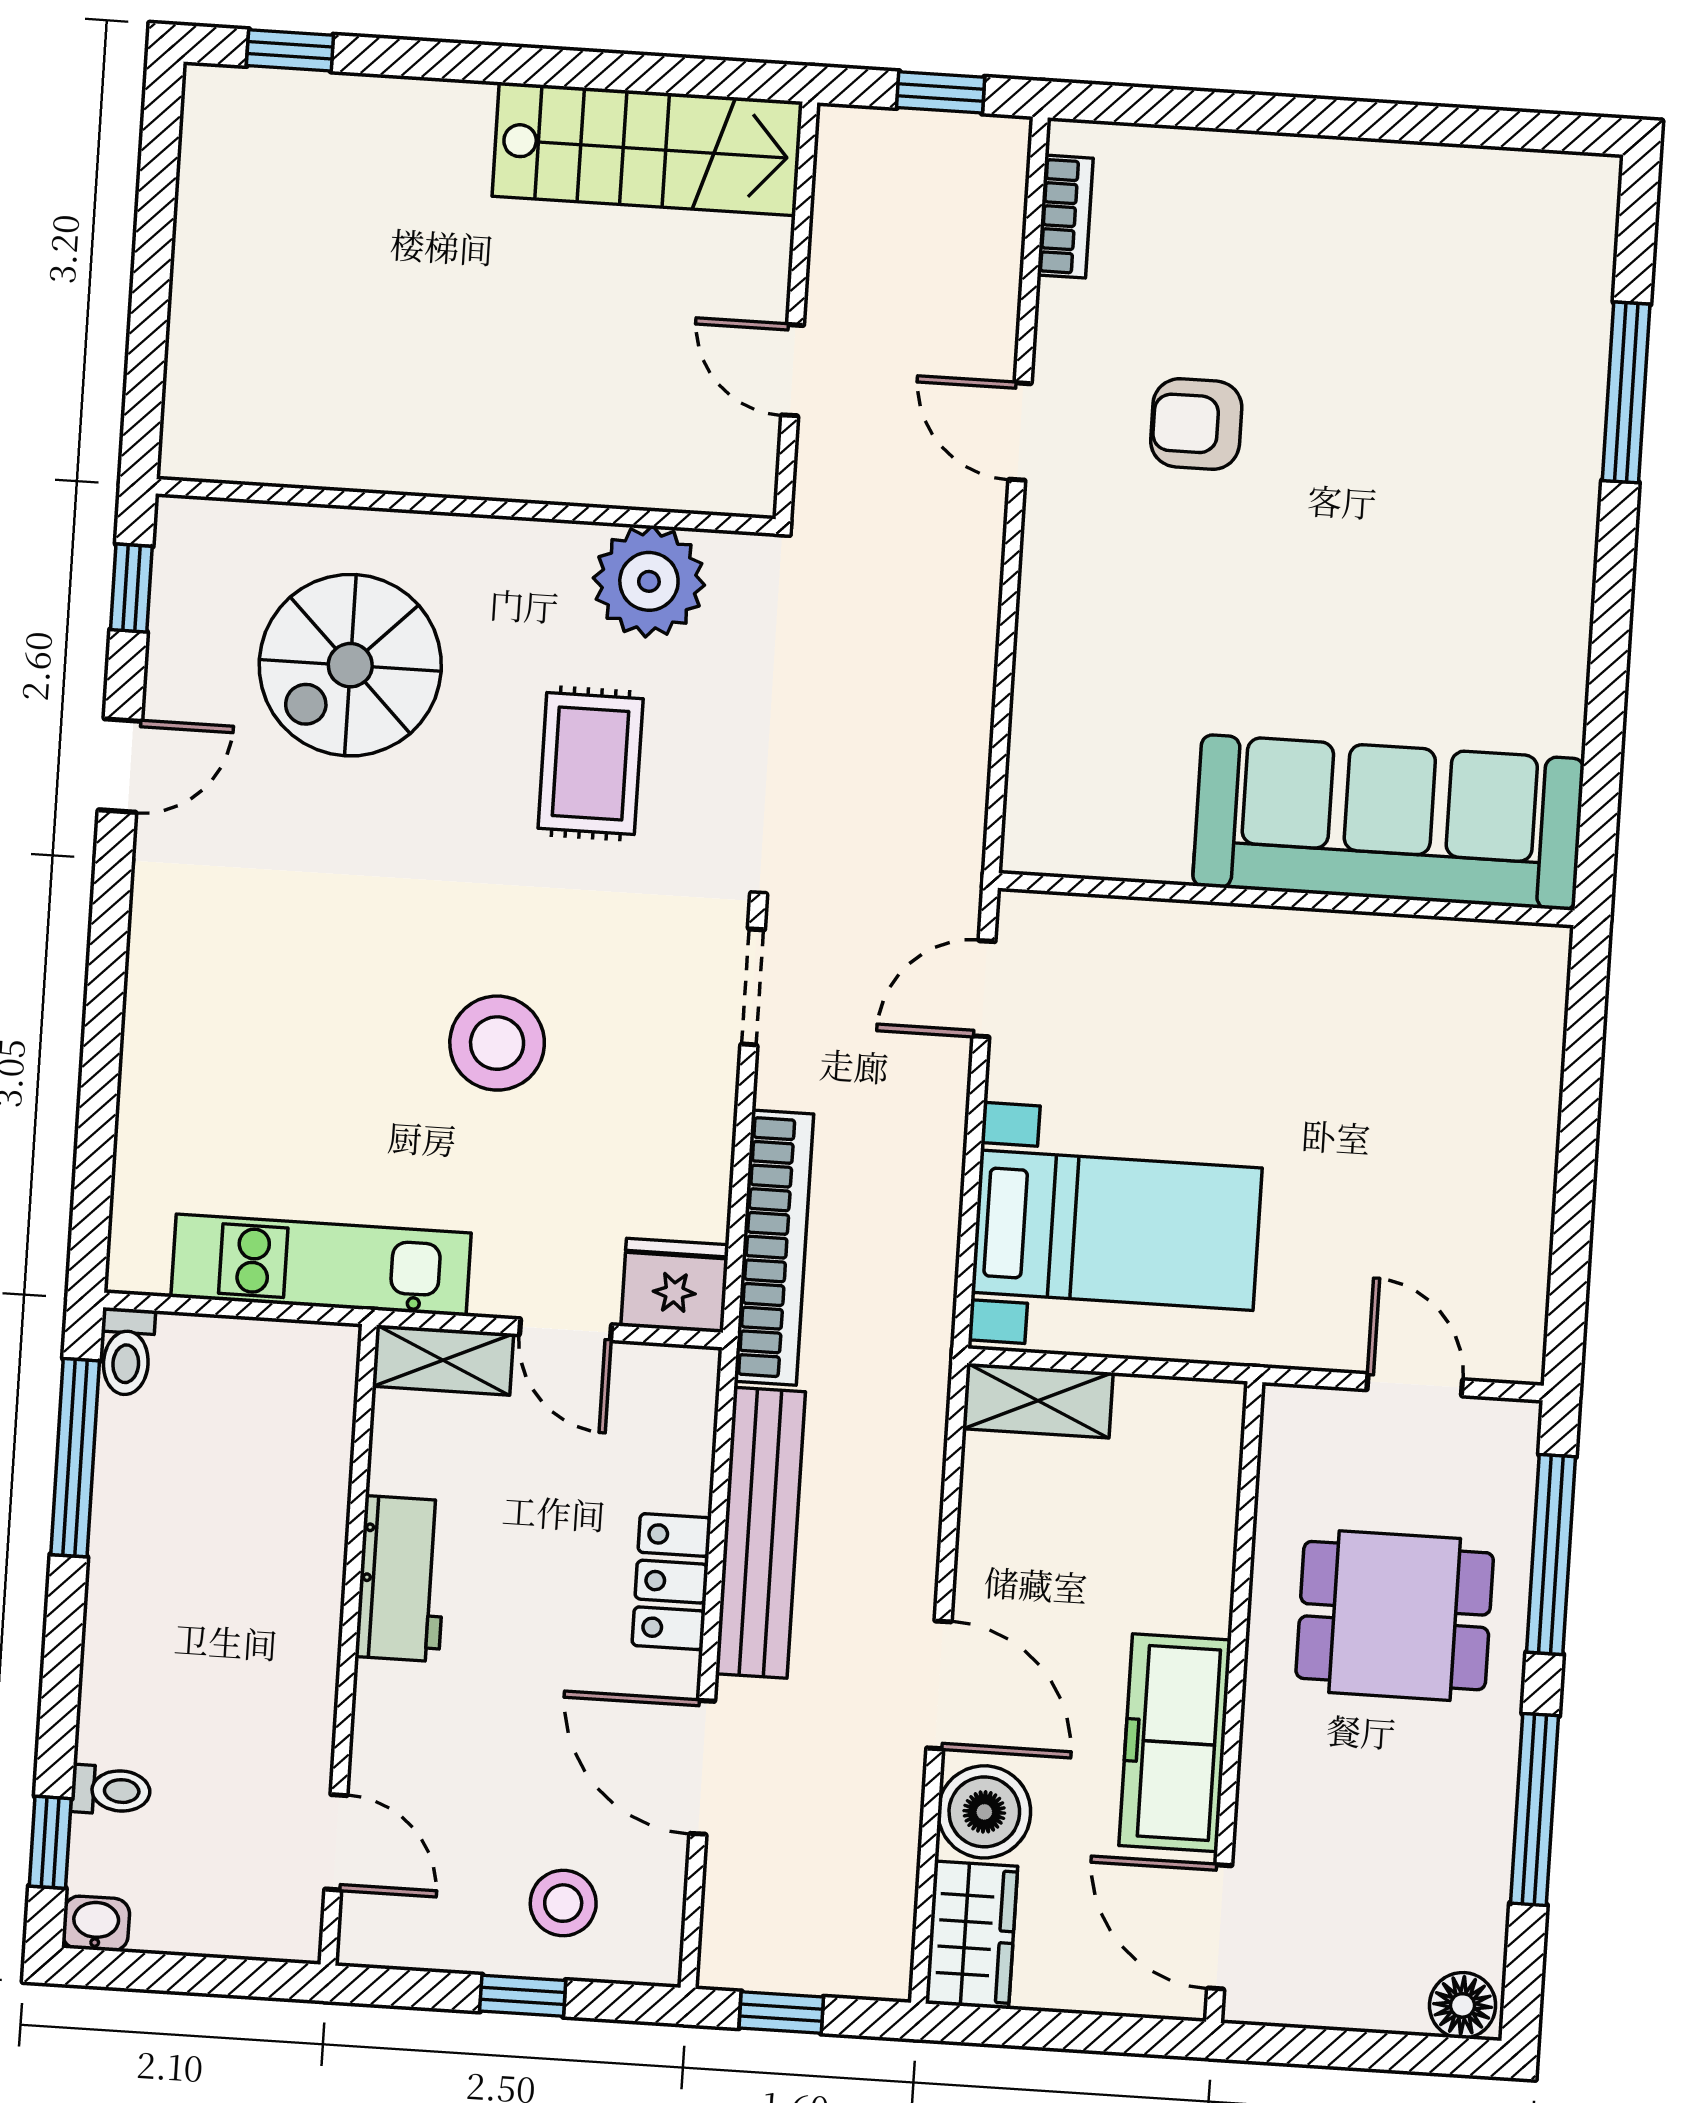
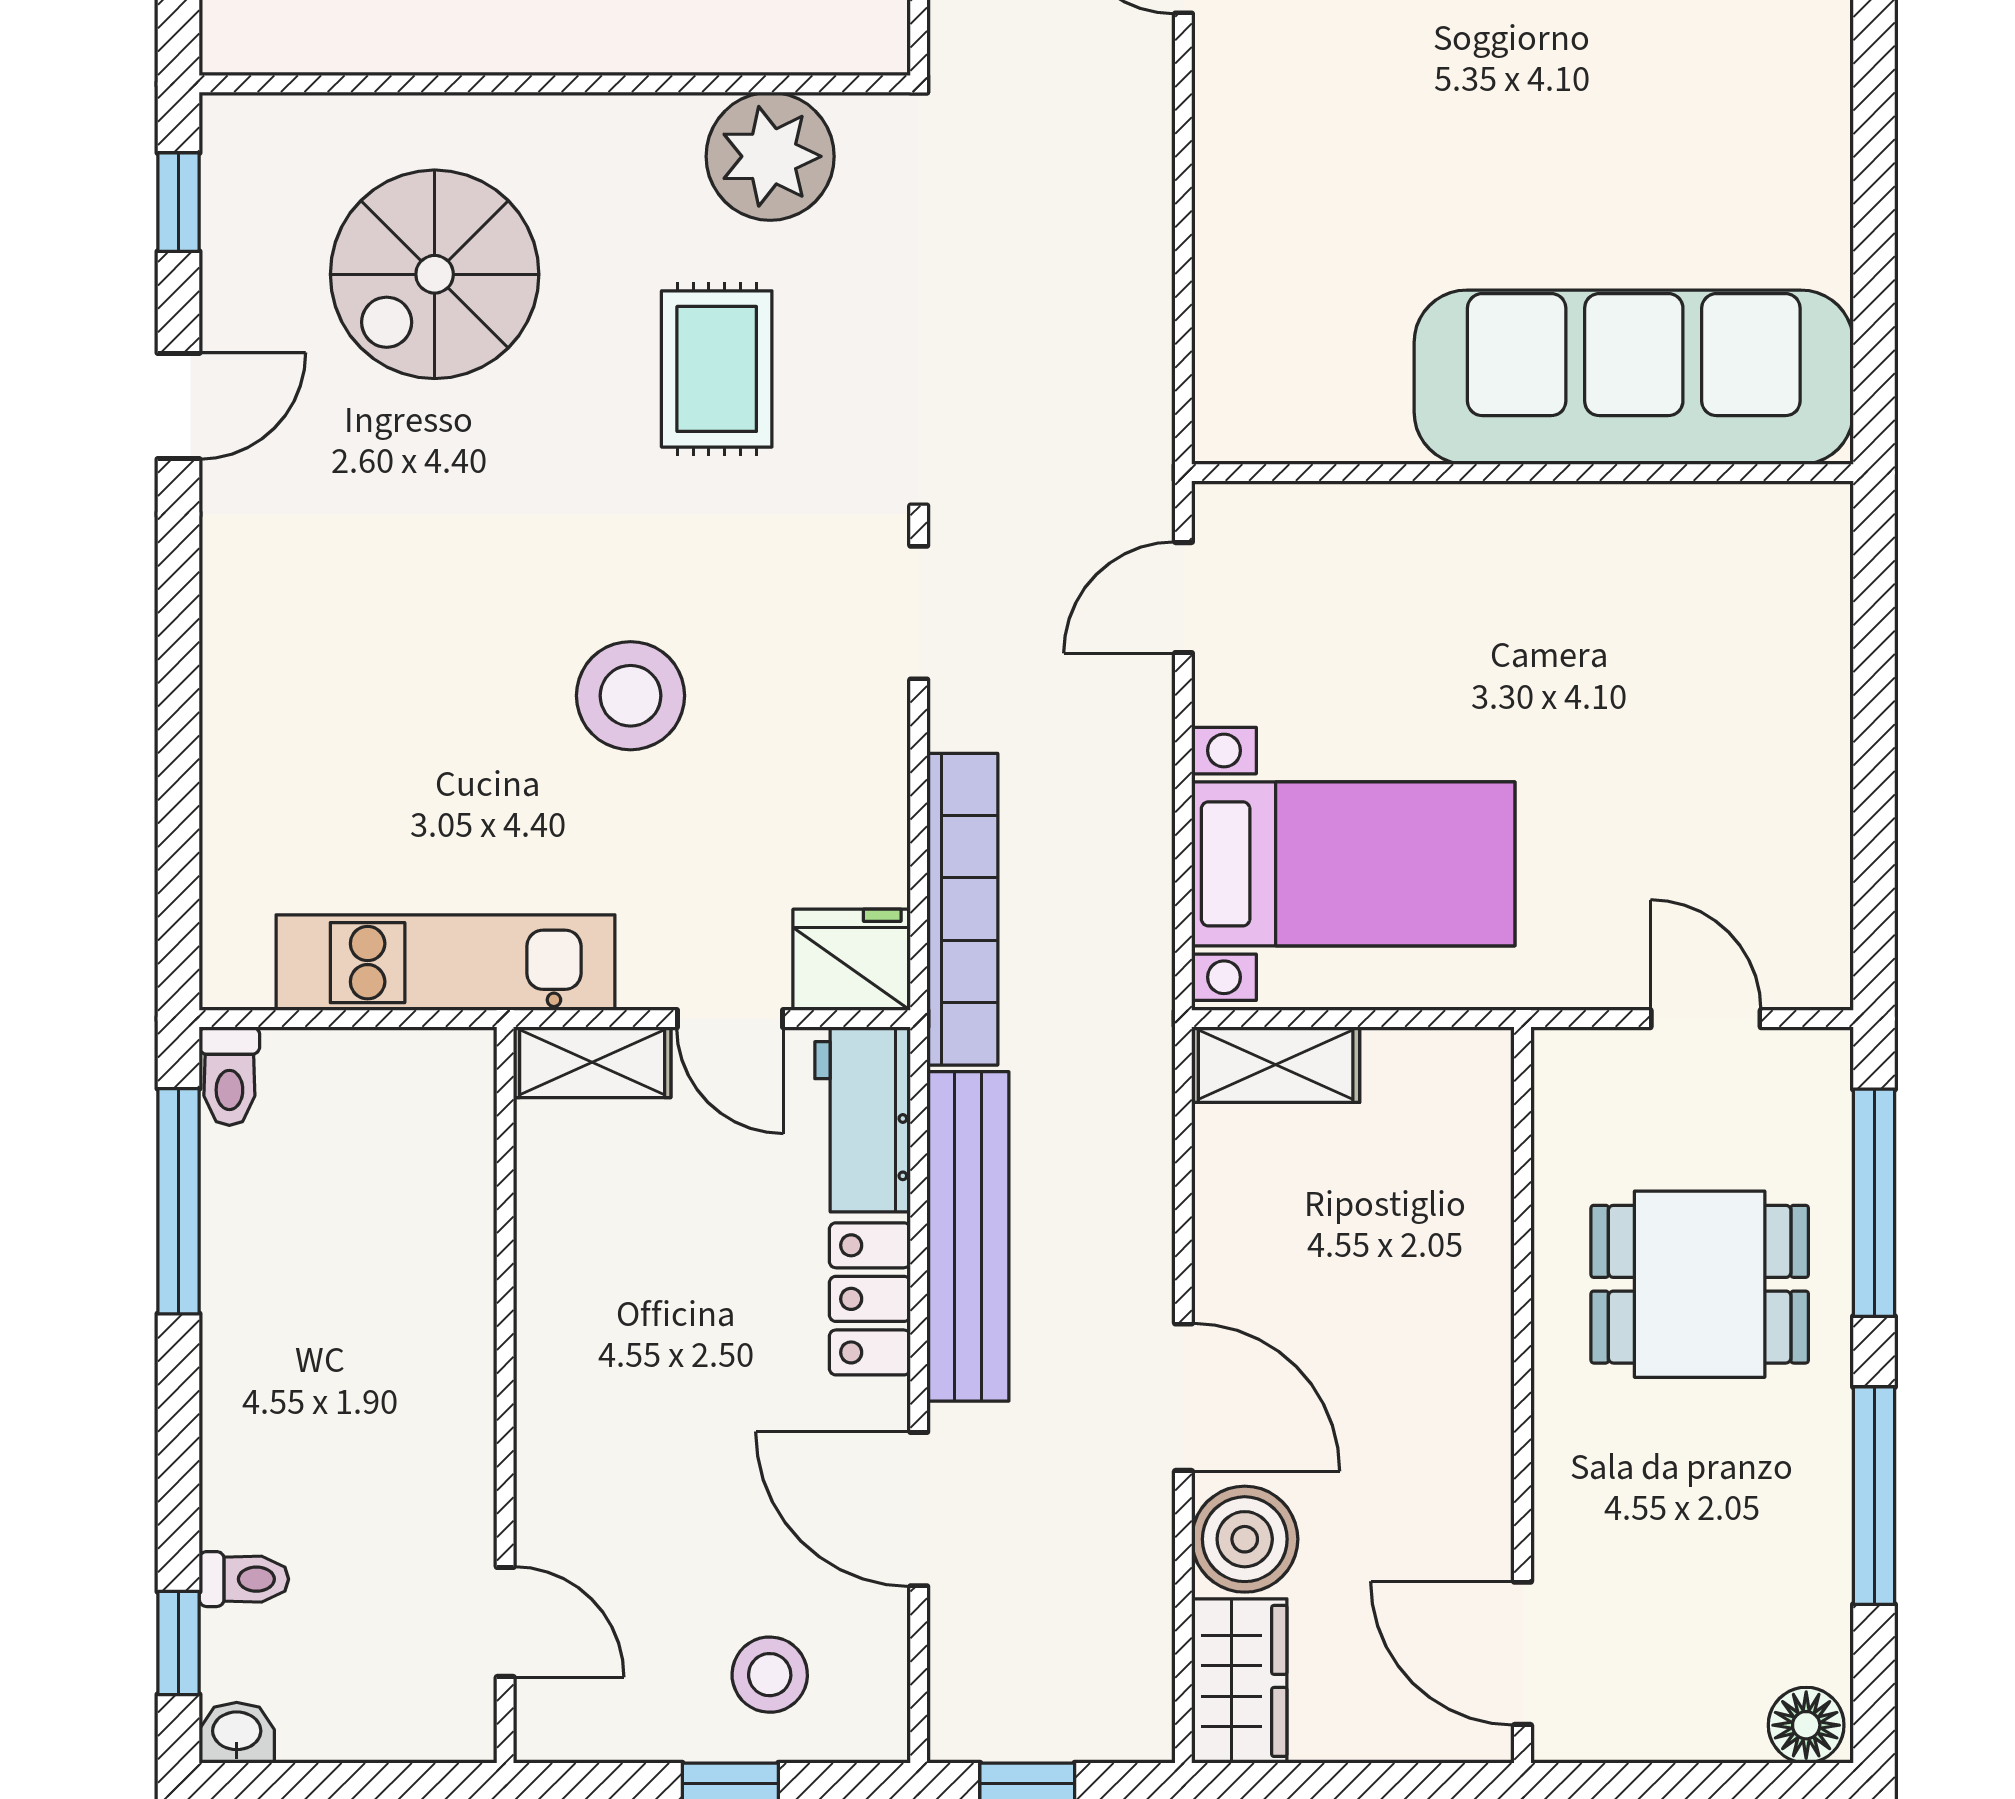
workbench: (402, 1579) -> (863, 1119), moved, turned 180
freezer: (1175, 1743) -> (1458, 1446), removed

